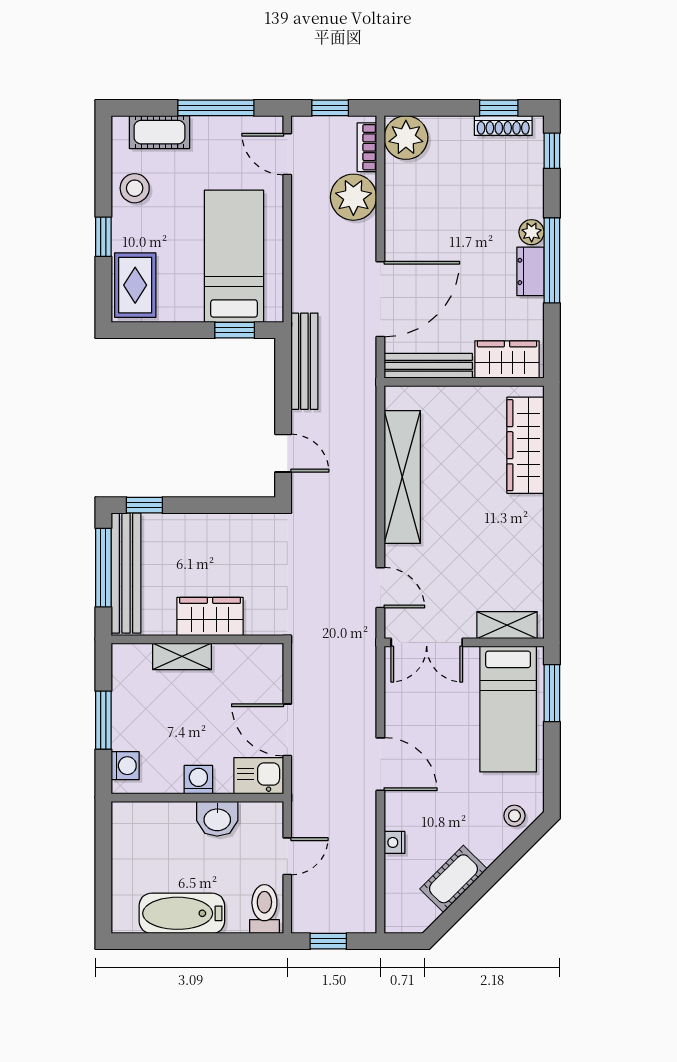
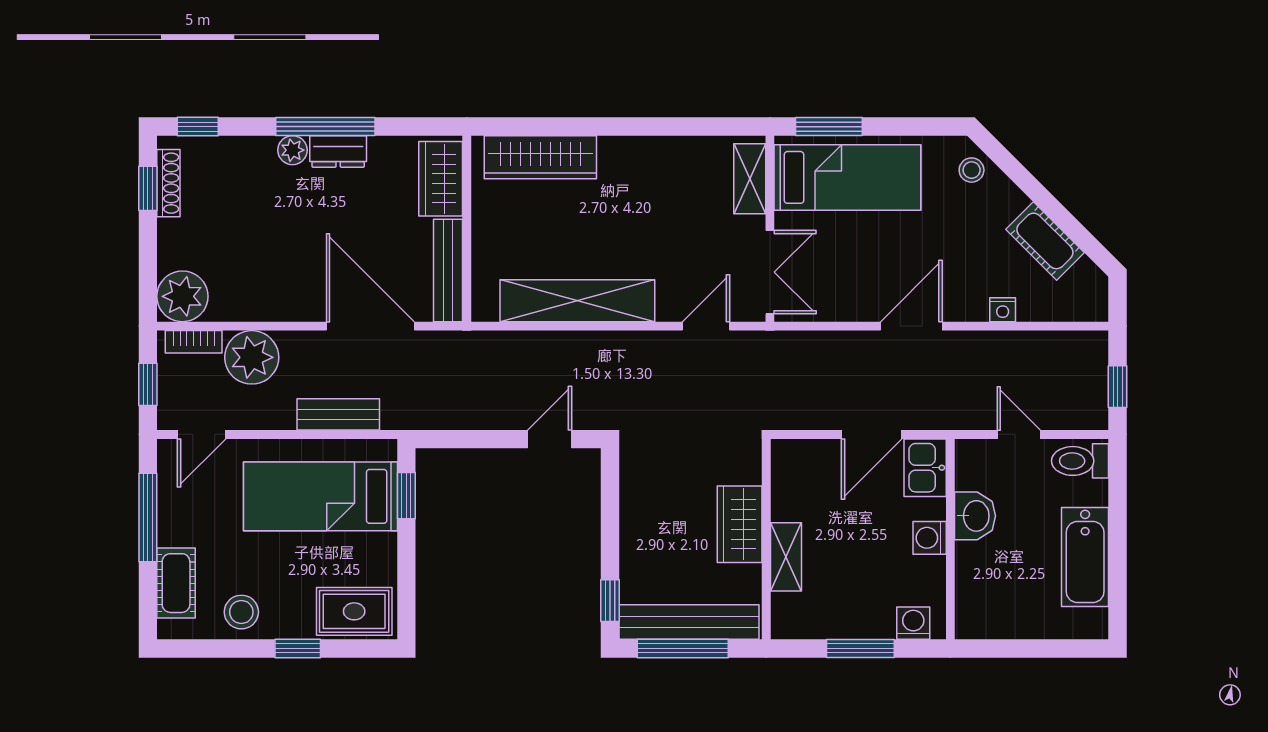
bench: (304, 361) -> (338, 414), moved, width x0.73

